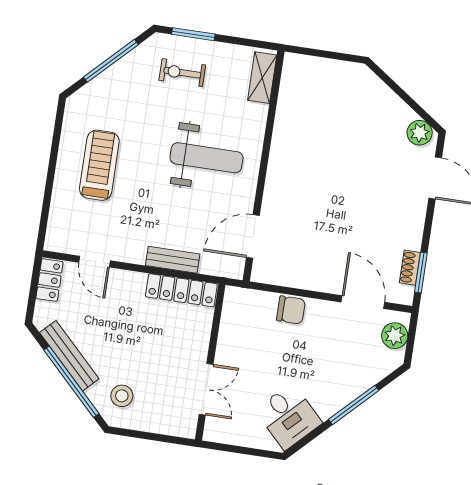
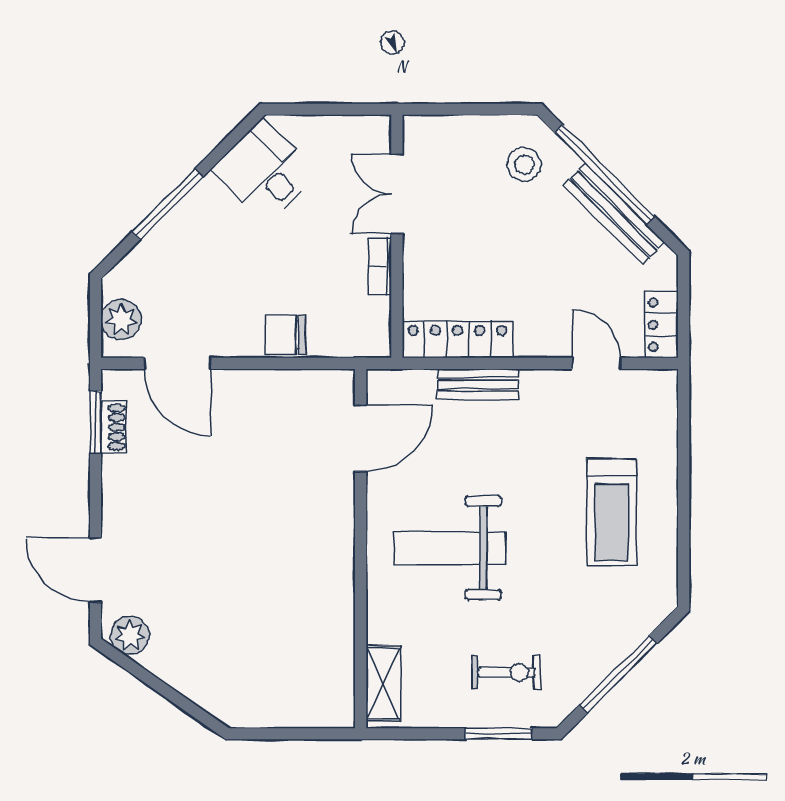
bookcase: (224, 345) -> (380, 266), added

